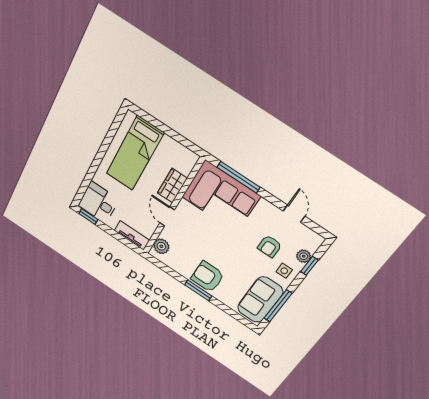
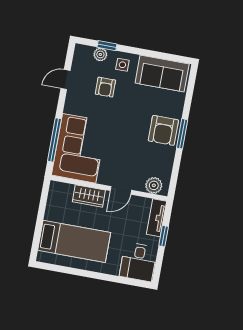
window: (88, 217) -> (164, 236), moved
armchair: (270, 246) -> (105, 87), turned 90
window: (278, 306) -> (160, 55), removed

